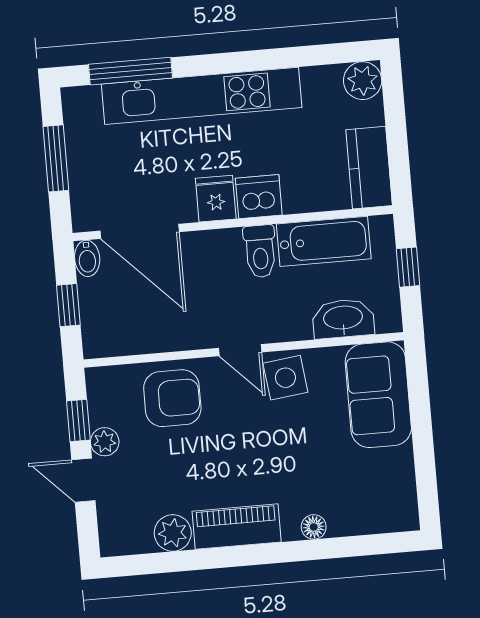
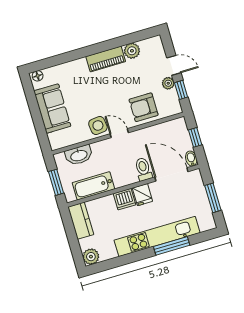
window: (130, 71) -> (172, 246), moved
toilet: (260, 251) -> (143, 169), moved
window: (408, 267) -> (56, 182), width x1.50
sofa: (378, 395) -> (52, 109), moved
floor lamp: (314, 527) -> (38, 76), moved

